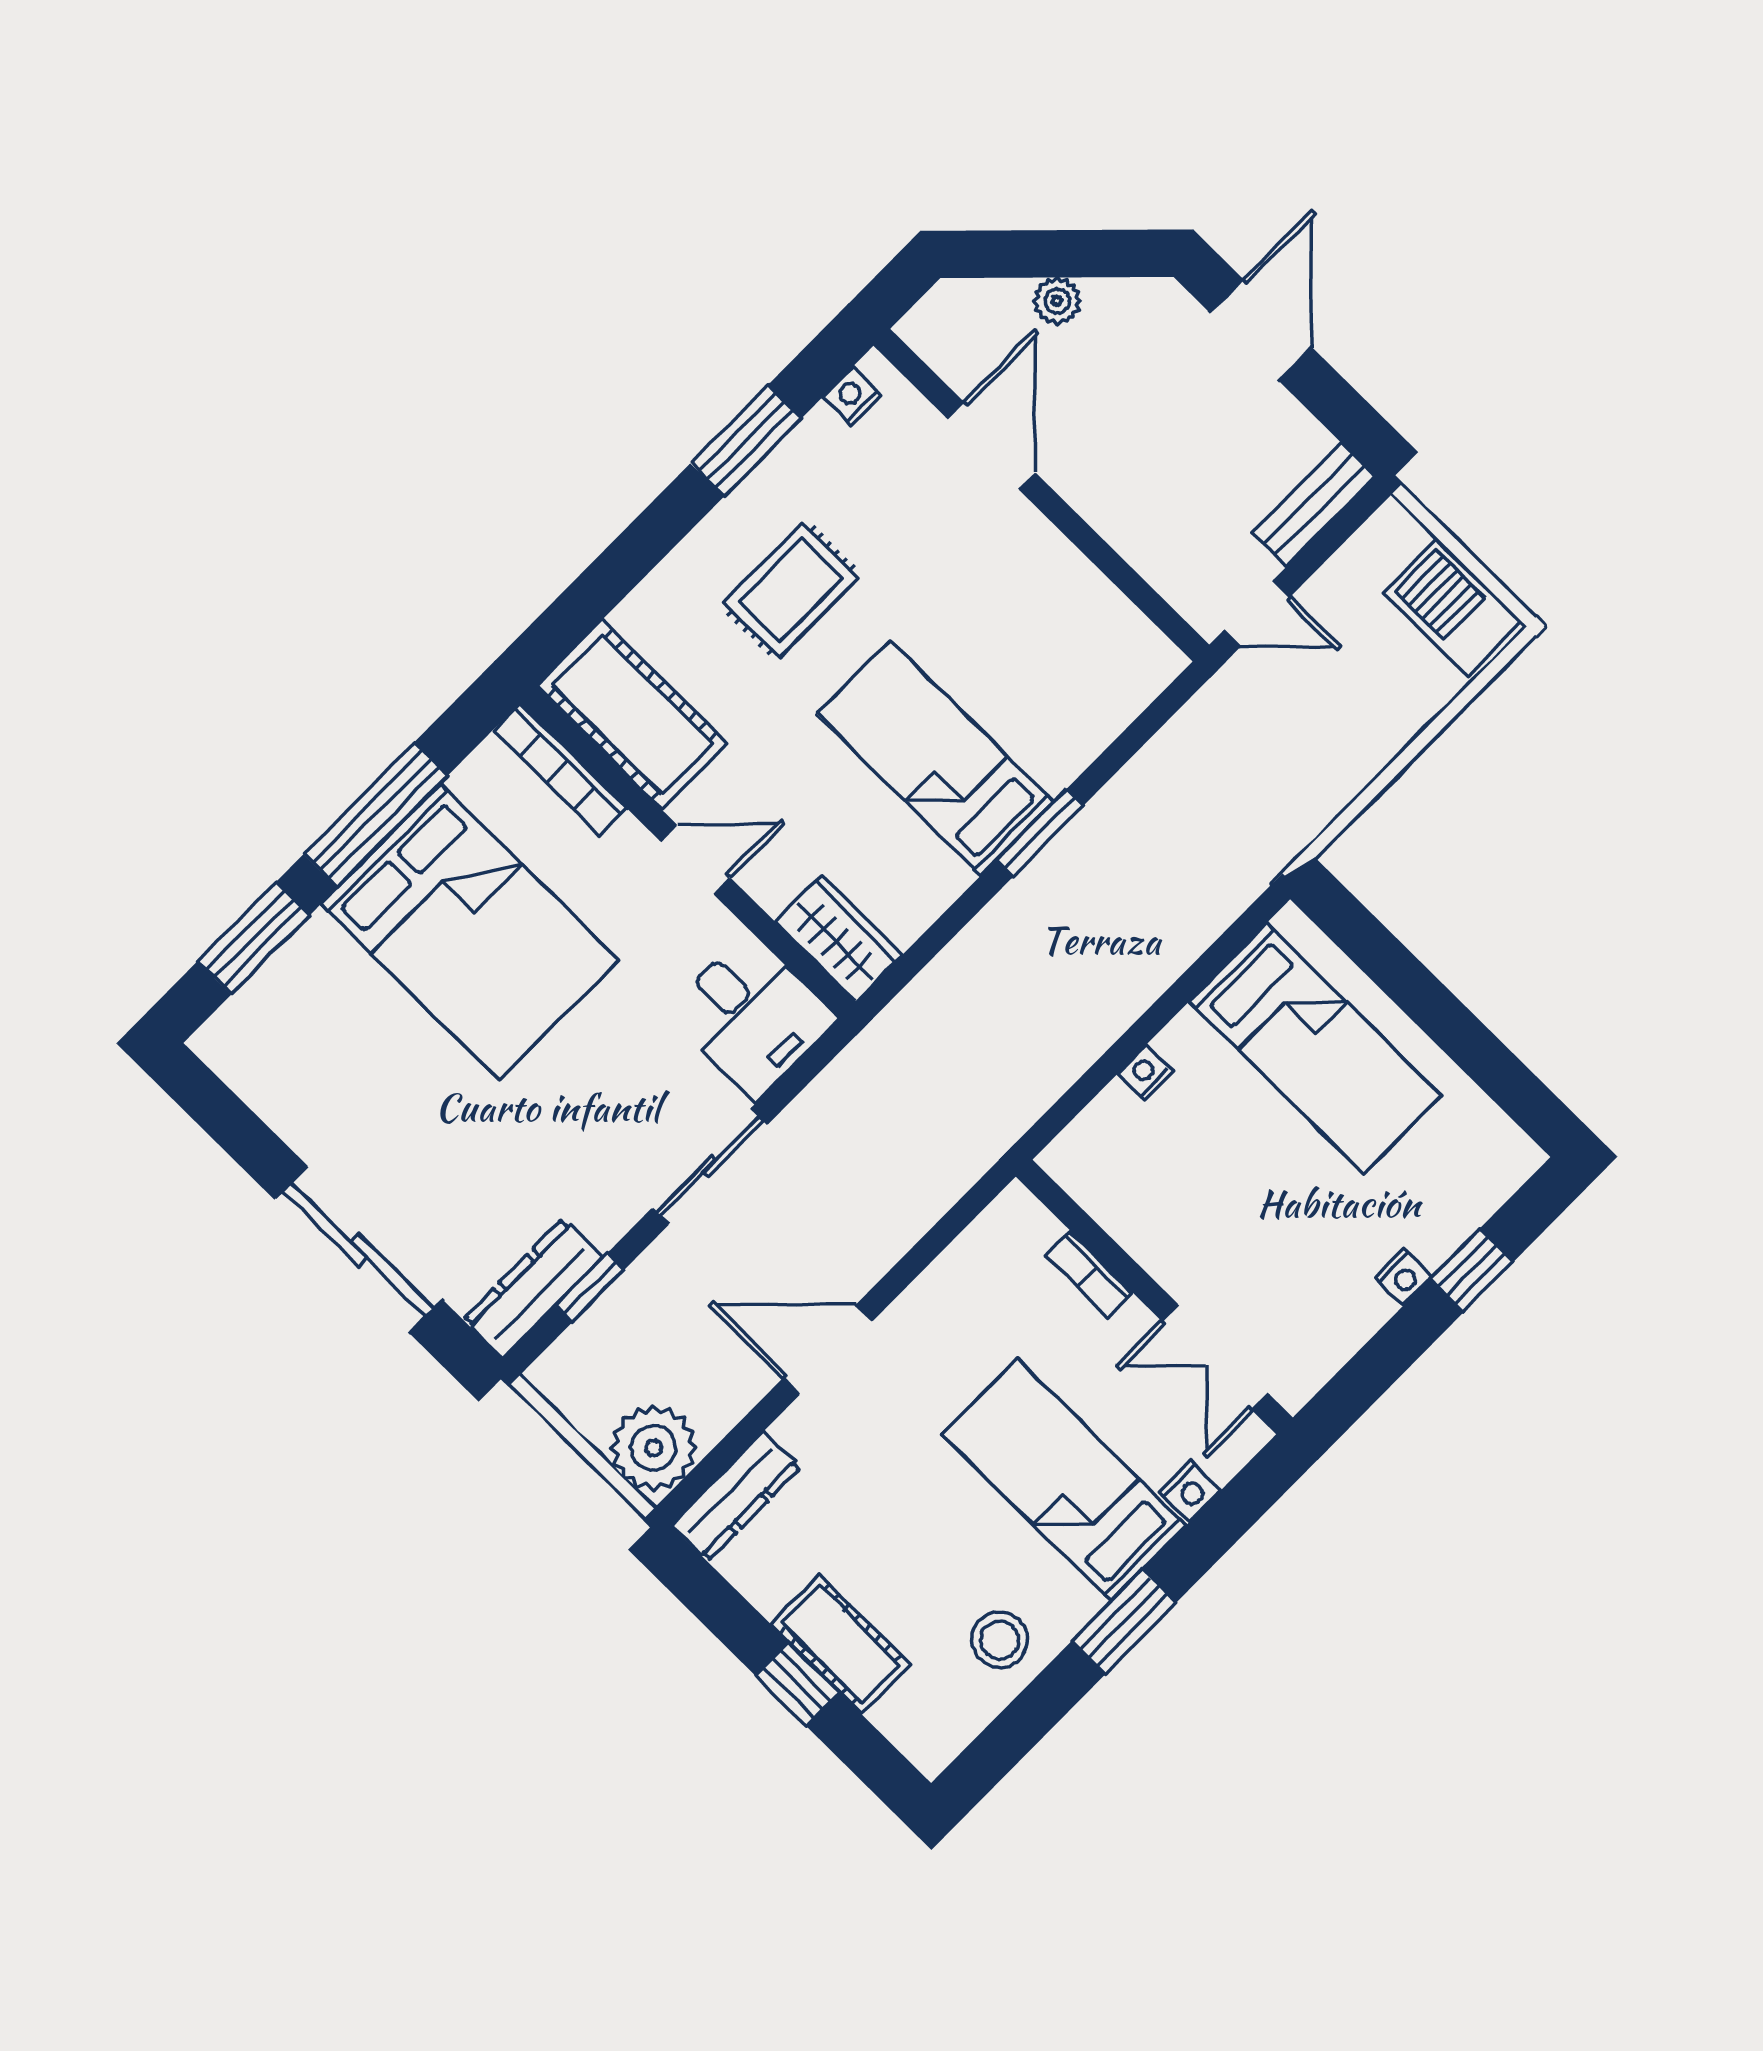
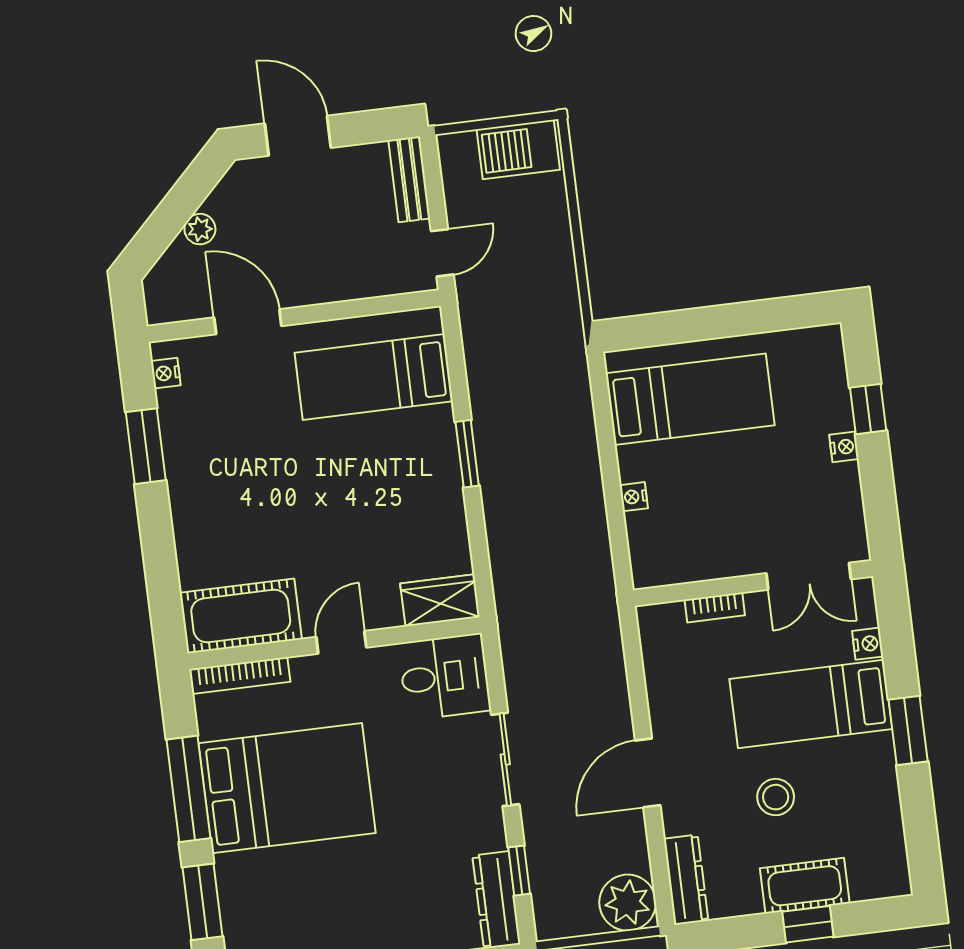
rug: (791, 590) -> (241, 484), removed
bed: (935, 758) -> (374, 377), moved
stool: (1000, 1640) -> (776, 797), moved

